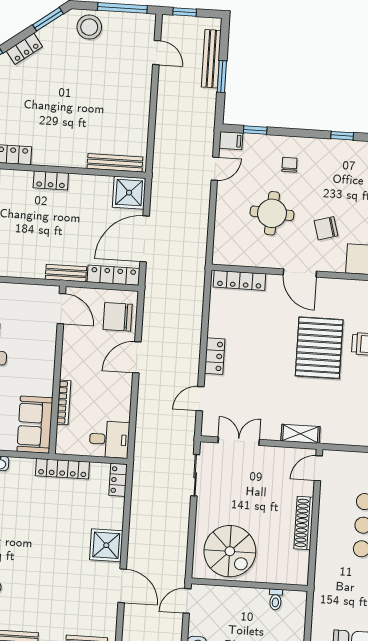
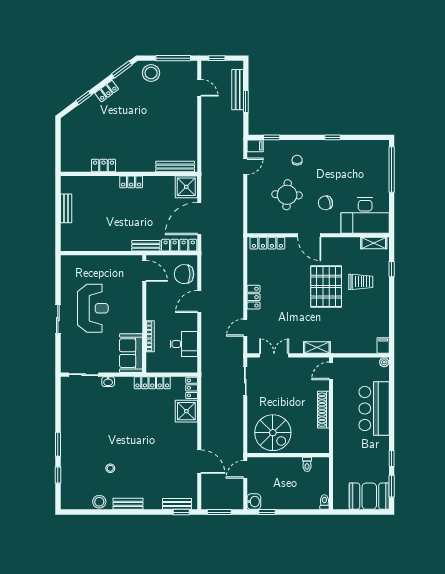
desk: (109, 439) -> (184, 344), moved
shower: (106, 545) -> (186, 411), moved

